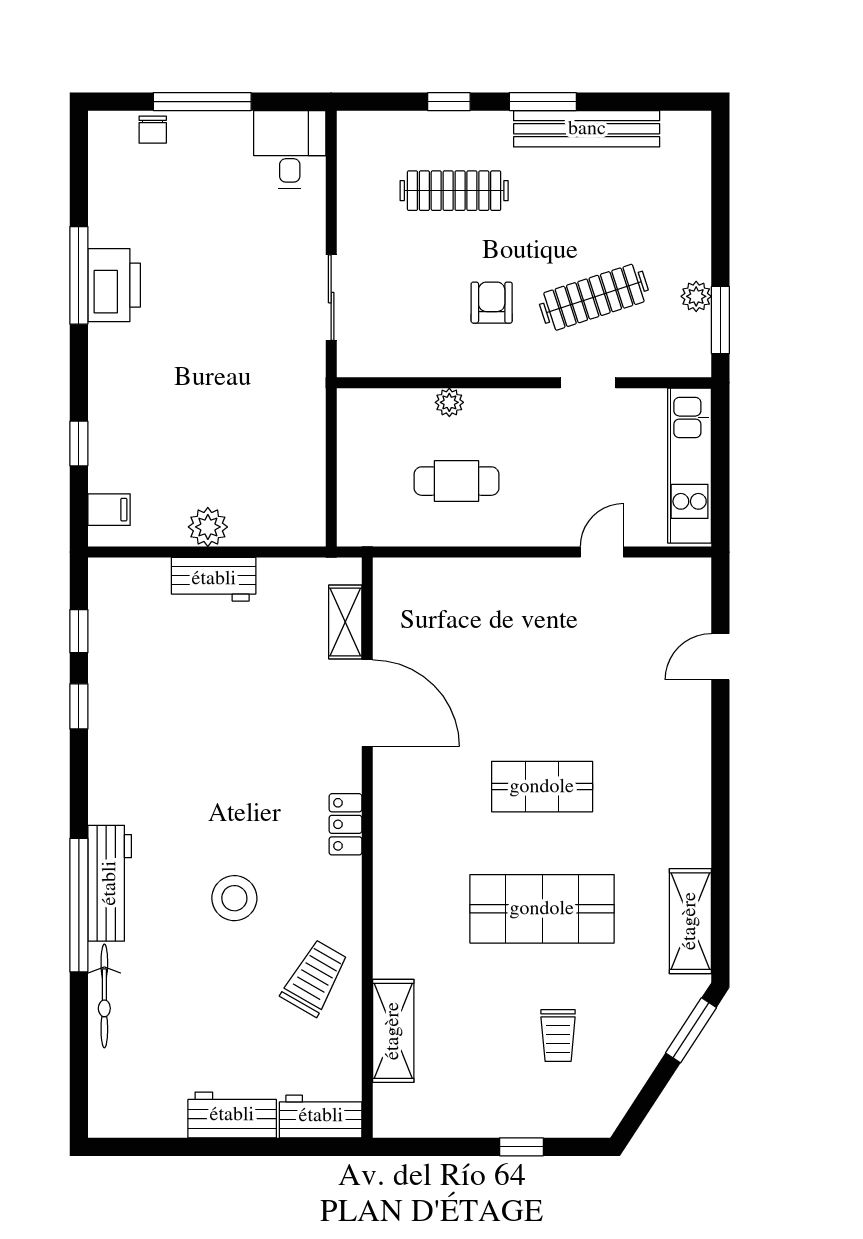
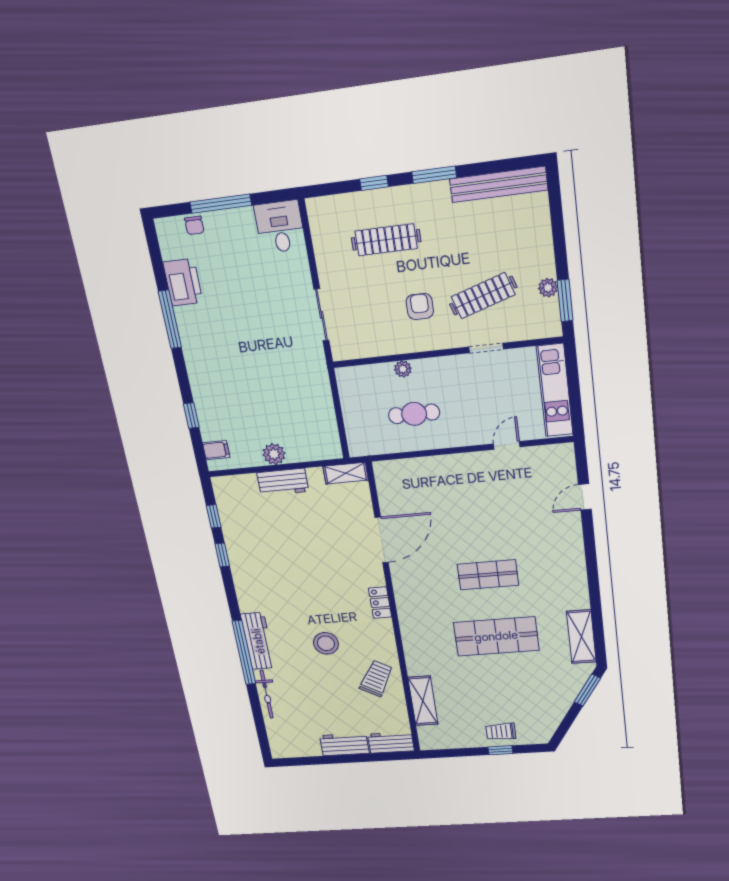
bench: (587, 129) -> (499, 184), moved
printer: (114, 285) -> (183, 282), moved
shelving: (345, 622) -> (346, 473), moved, turned 90
door: (367, 703) -> (382, 540), hinge flipped
trolley: (558, 1036) -> (501, 732), moved, turned 90

